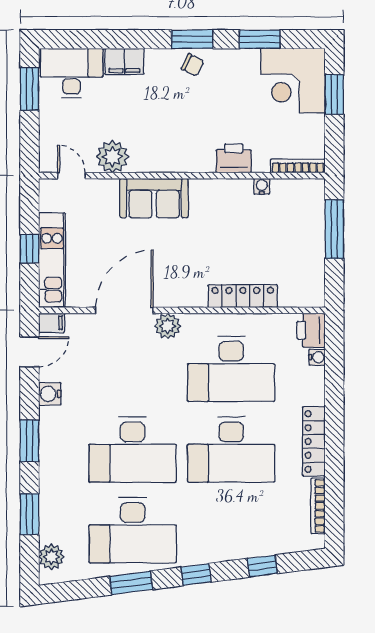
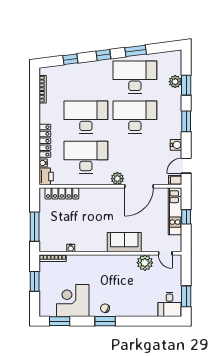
window: (260, 39) -> (60, 321), moved
filing cabinet: (124, 61) -> (139, 310), removed
desk: (72, 73) -> (169, 304), width x0.73
corner desk: (293, 81) -> (73, 300), moved, turned -90
window: (334, 95) -> (35, 281), moved
printer: (234, 158) -> (85, 262), removed
locker: (243, 296) -> (62, 193), moved
locker: (314, 441) -> (45, 141), moved
plant: (51, 557) -> (175, 82), moved

